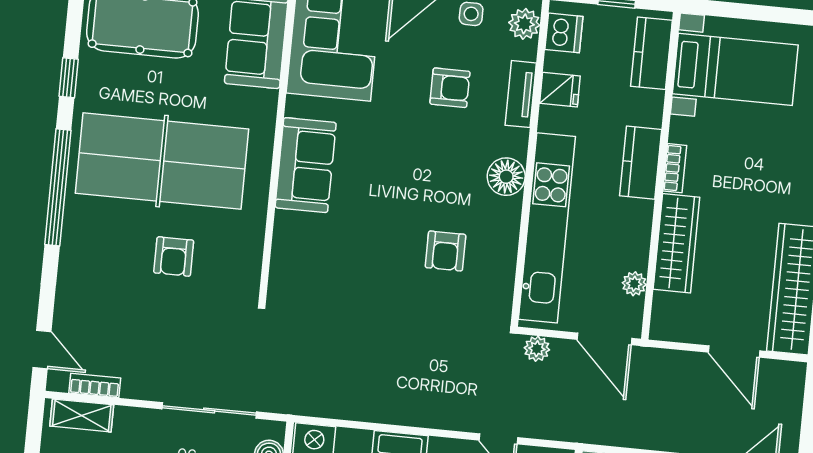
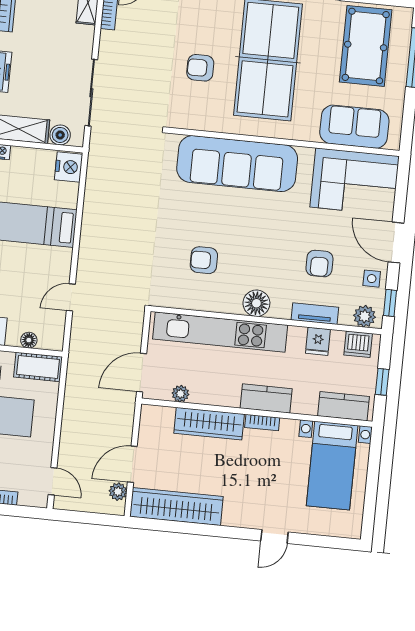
sofa: (306, 165) -> (237, 164), width x1.85, depth x1.27
plant: (537, 349) -> (118, 492), moved

